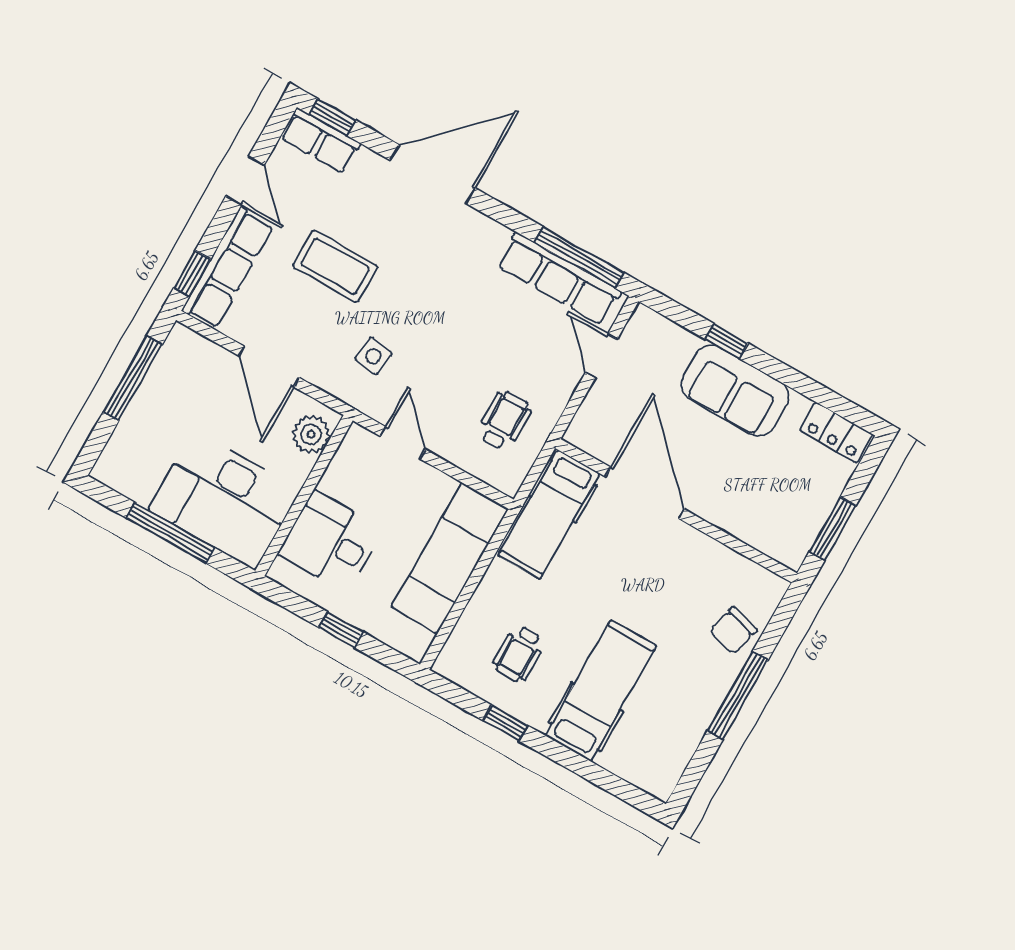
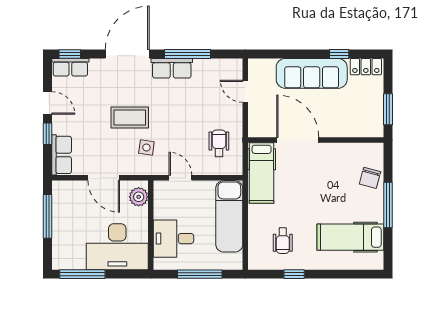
window: (579, 257) -> (188, 54), moved
coffee table: (335, 266) -> (130, 117), moved
row of seats: (228, 268) -> (62, 155), width x0.68
window: (192, 273) -> (48, 134), moved
row of seats: (559, 279) -> (172, 68), moved, width x0.68
window: (727, 341) -> (339, 54), moved
sofa: (735, 390) -> (312, 73), width x1.36
window: (171, 533) -> (82, 274), moved
window: (341, 630) -> (200, 274), width x2.17
hospital bed: (601, 691) -> (350, 237), moved, turned -90

